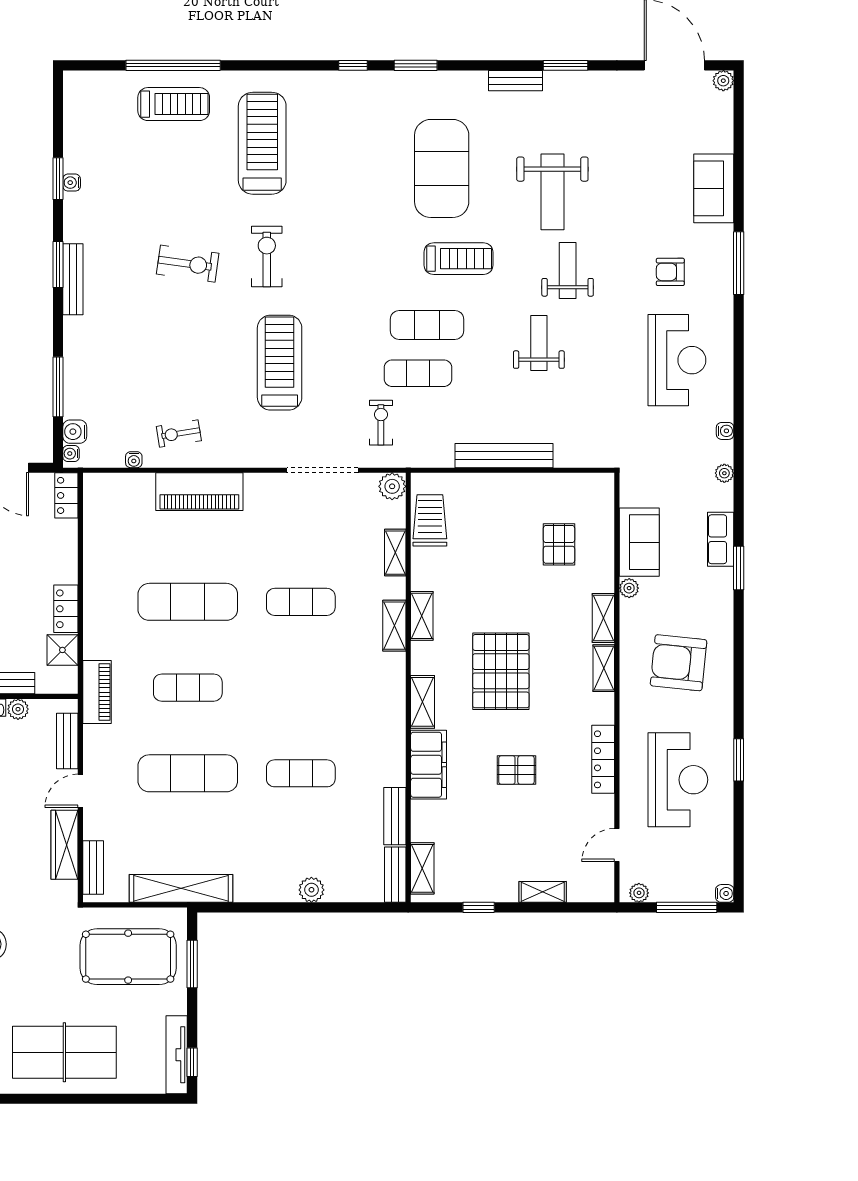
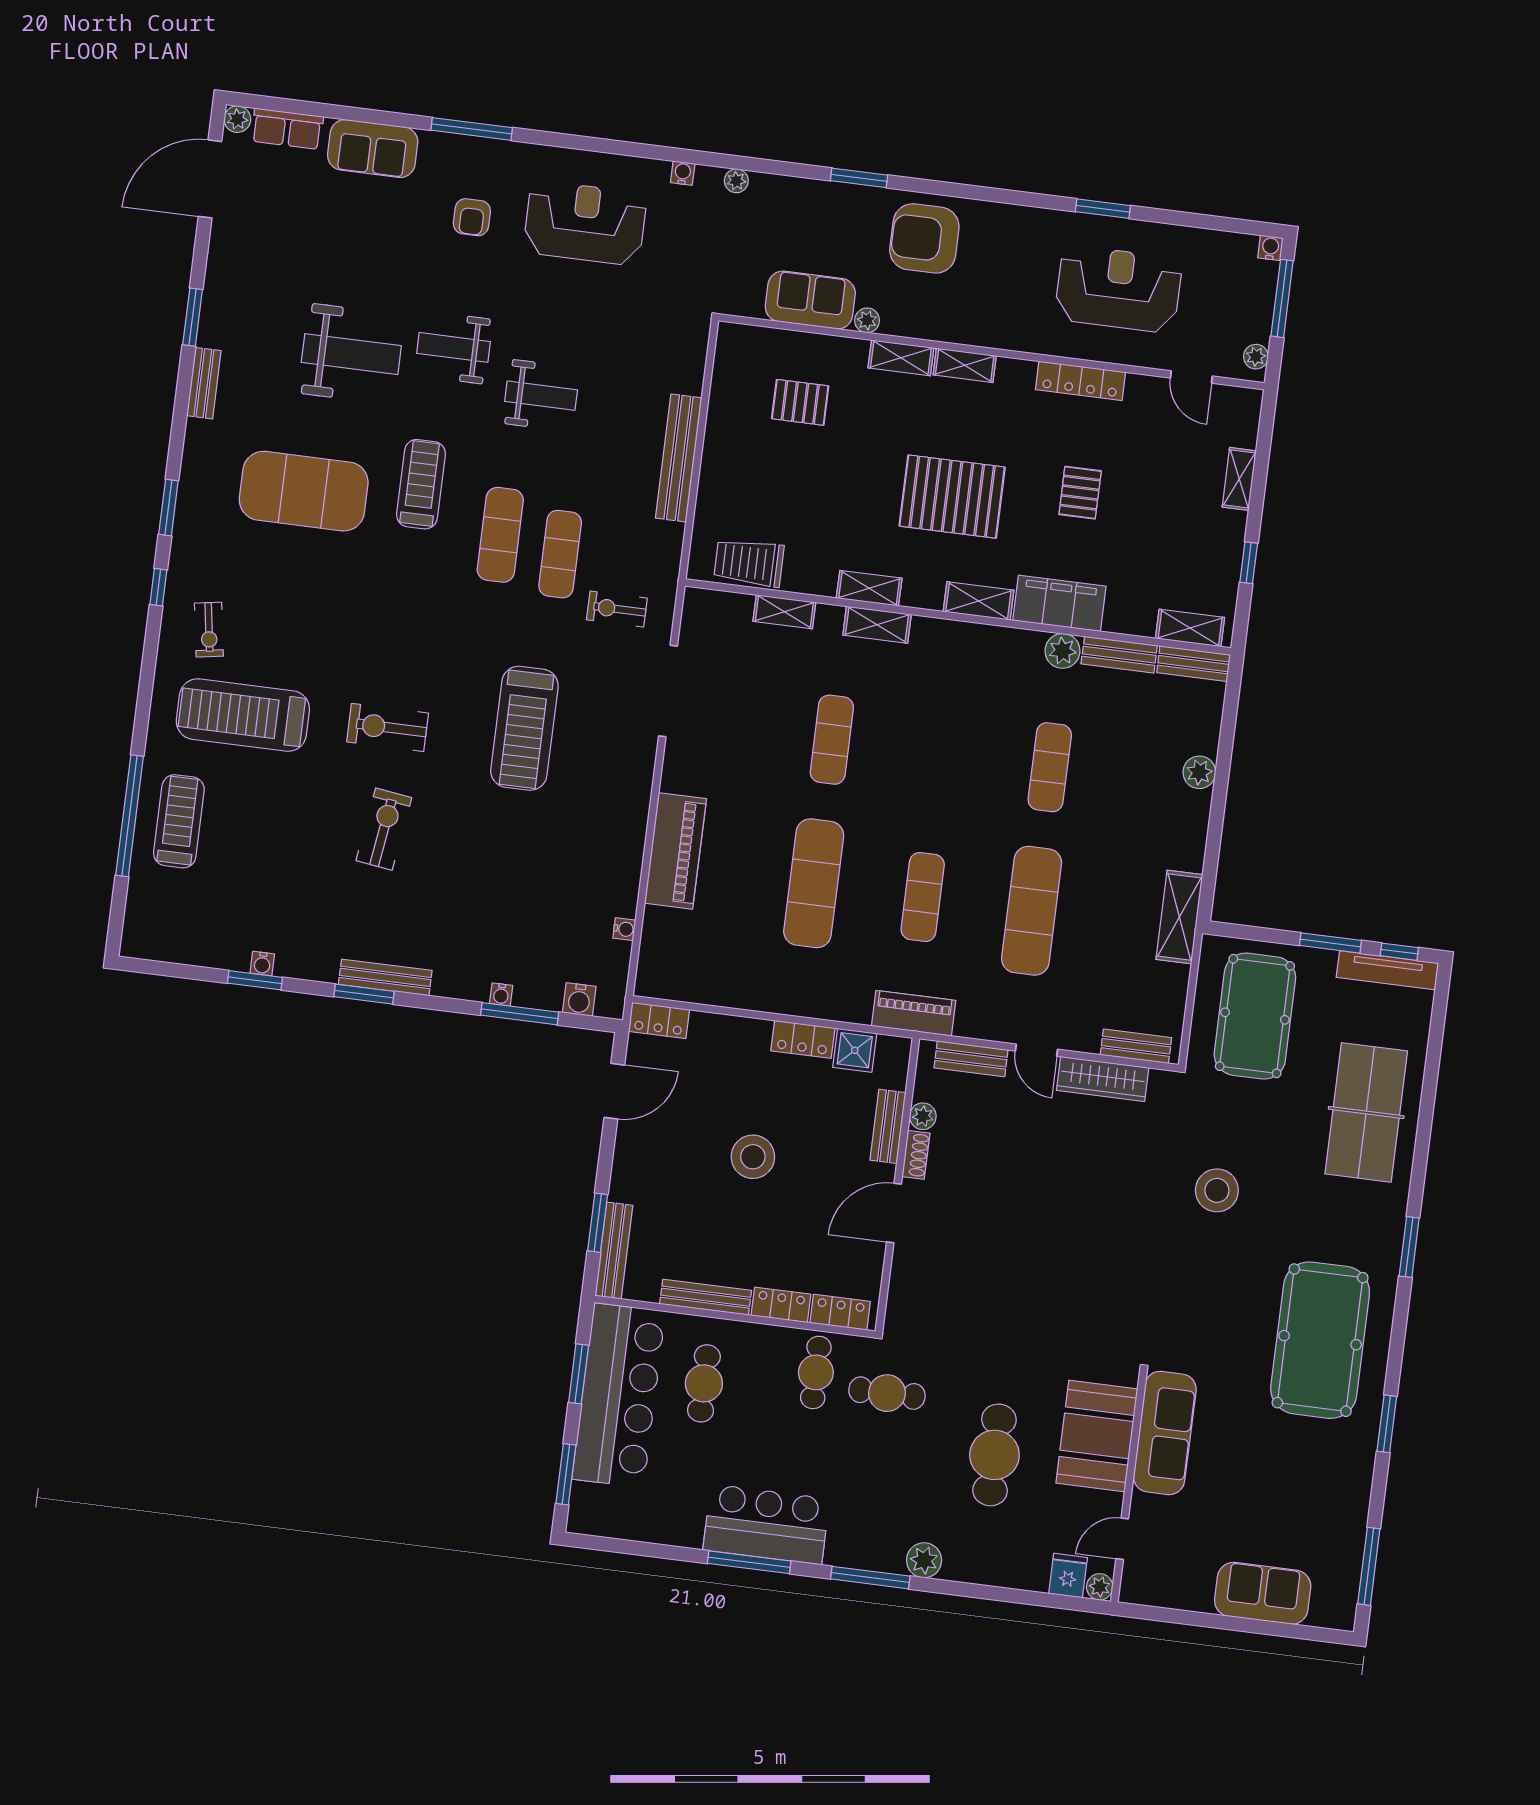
weight bench: (539, 343) -> (541, 396), turned 180
treadmill: (280, 363) -> (524, 728), turned -90
exercise bike: (179, 434) -> (209, 630), moved
water cooler: (71, 454) -> (501, 994), moved
plant: (392, 486) -> (1063, 651), moved
row of seats: (721, 539) -> (287, 129), moved
armchair: (679, 663) -> (924, 238), moved, turned 84
shelving: (181, 888) -> (1179, 917), width x0.68
window: (192, 964) -> (1330, 943), moved

